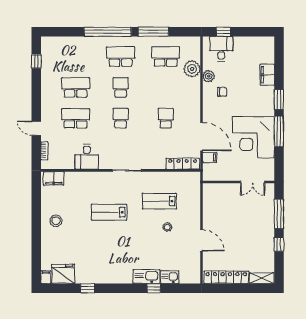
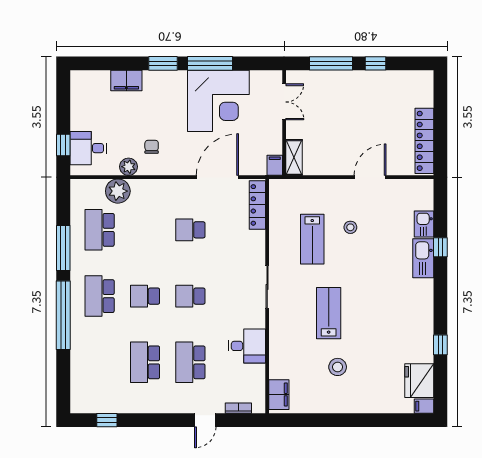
filing cabinet: (210, 157) -> (275, 165), moved
lab bench: (109, 212) -> (329, 313), turned 180
stool: (56, 221) -> (338, 367), moved
shelving: (262, 278) -> (294, 157), moved

